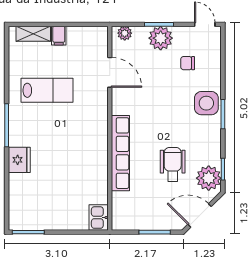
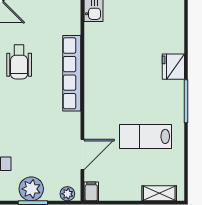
filing cabinet: (59, 36) -> (91, 191), moved
door: (110, 72) -> (82, 154), swing flipped

